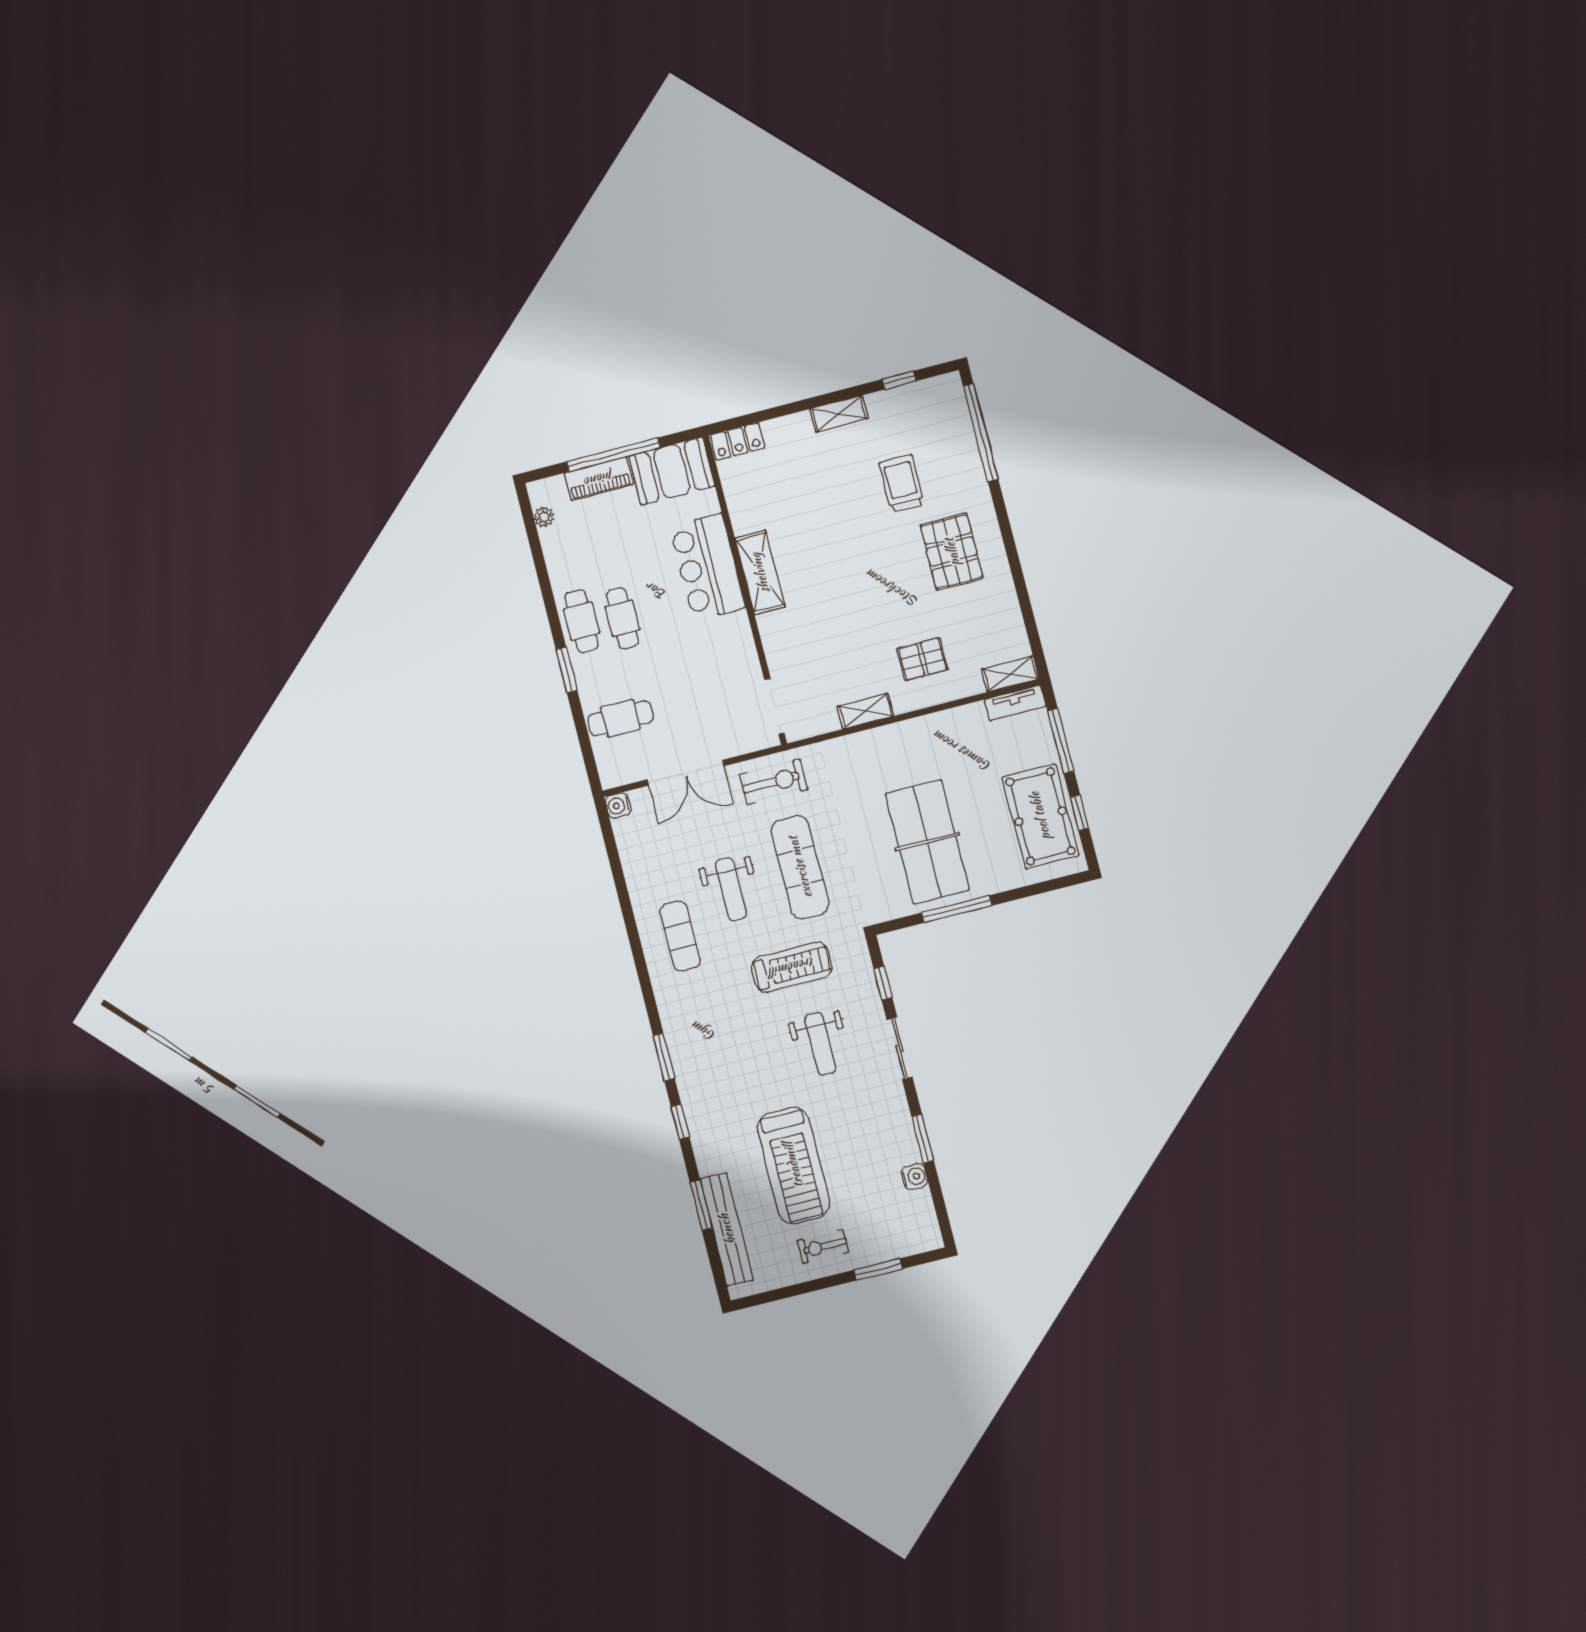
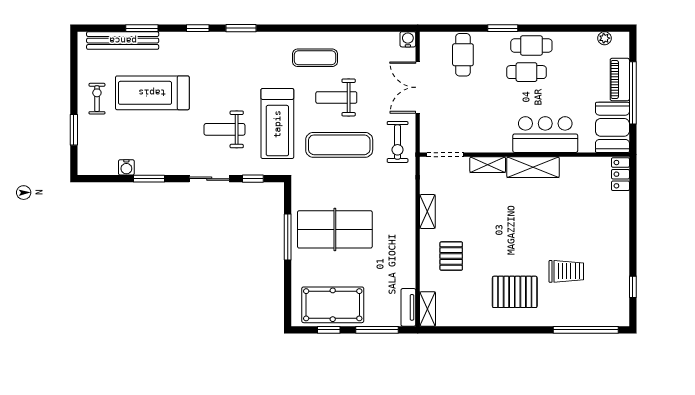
shelving: (839, 414) -> (488, 165), moved, turned 90
treadmill: (792, 967) -> (277, 124), width x1.37, depth x1.38

